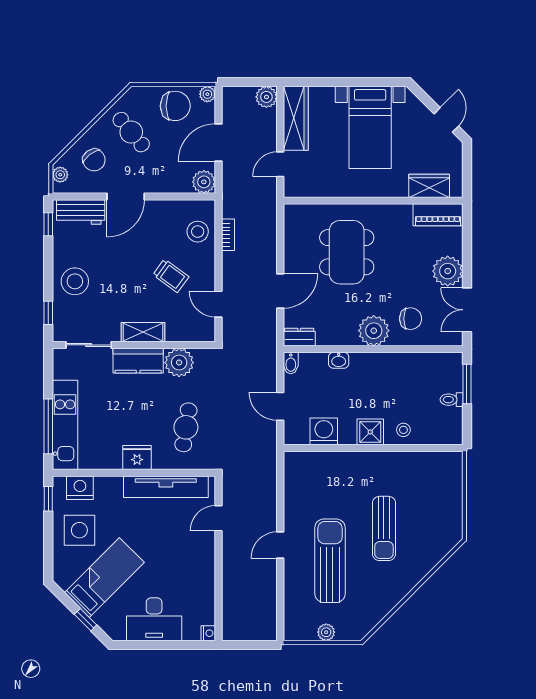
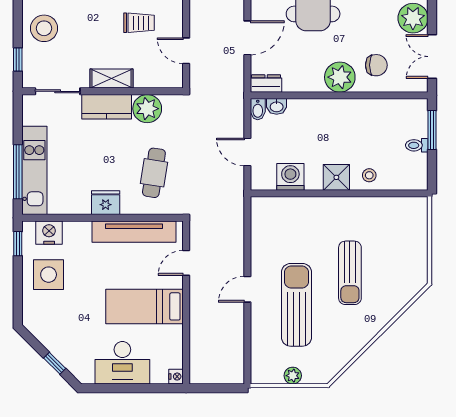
trolley: (171, 276) -> (139, 23), turned -36
washbasin: (339, 360) -> (277, 106), moved
bed: (104, 578) -> (144, 306), moved, turned -135

